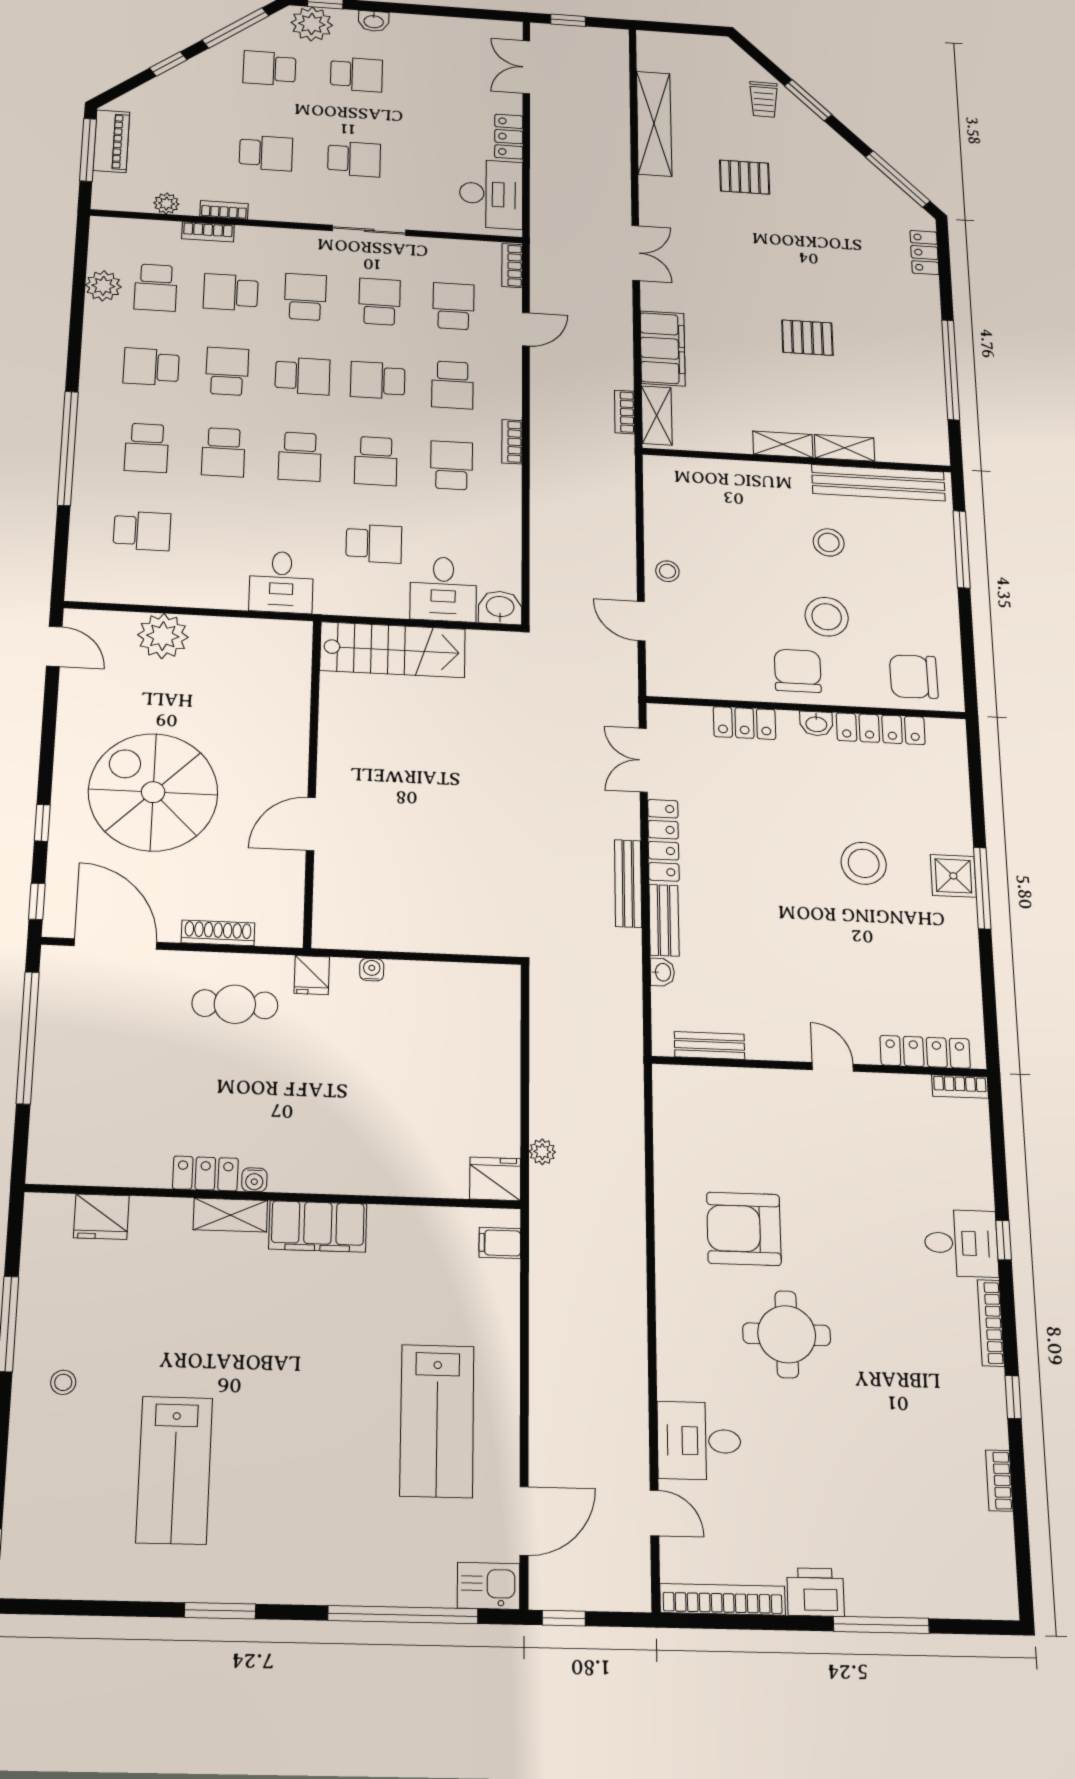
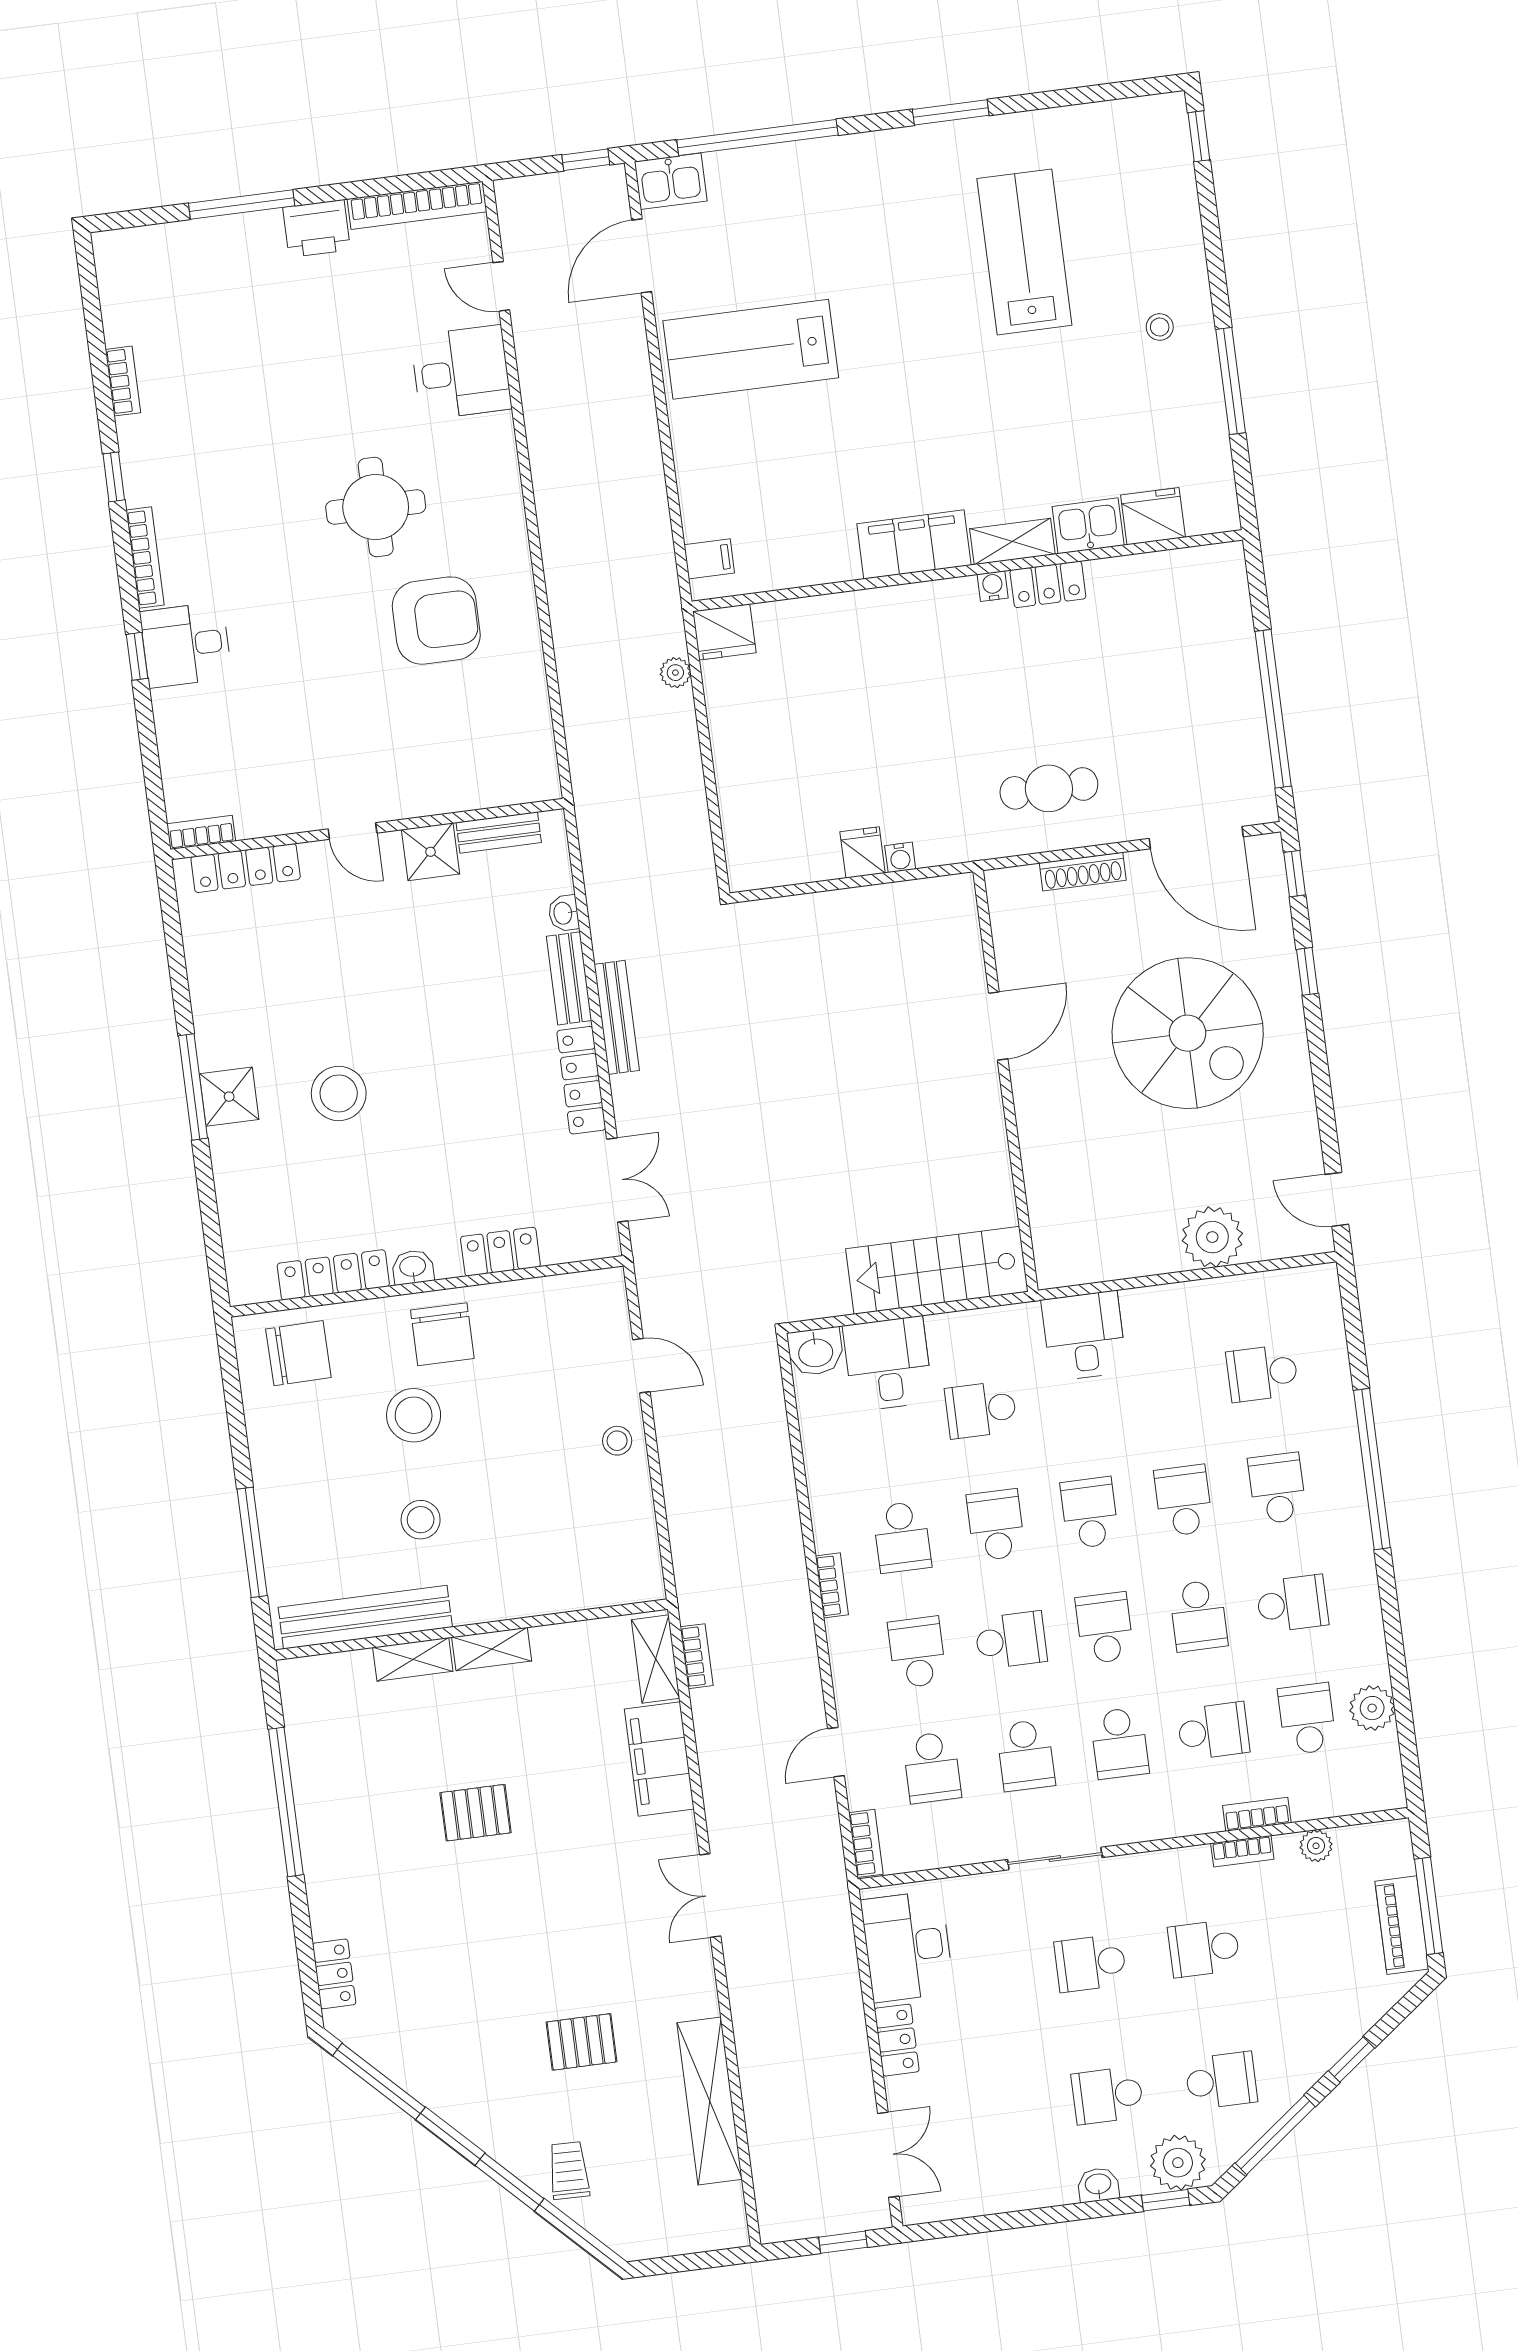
school desk: (303, 376) -> (1105, 1628), turned 90
fridge: (312, 975) -> (863, 852), moved
shower: (769, 1039) -> (430, 852), added
kitchen sink: (161, 1218) -> (1088, 526), added
lab bench: (437, 1421) -> (751, 349), turned -90

